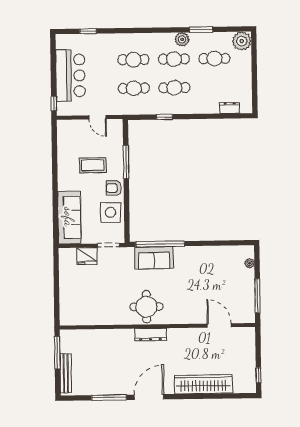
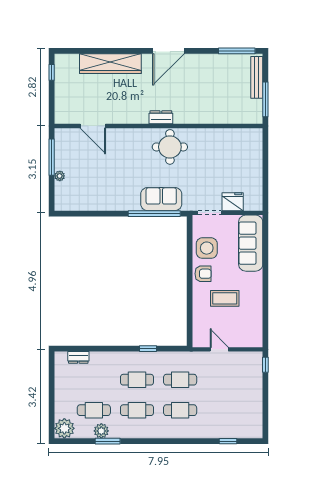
plant: (182, 39) -> (101, 431), moved
bar counter: (70, 75) -> (247, 394), removed
window: (126, 162) -> (190, 302), removed
plant: (250, 263) -> (60, 176), moved
dresser: (150, 335) -> (161, 117), width x0.70
window: (109, 398) -> (237, 51), moved

